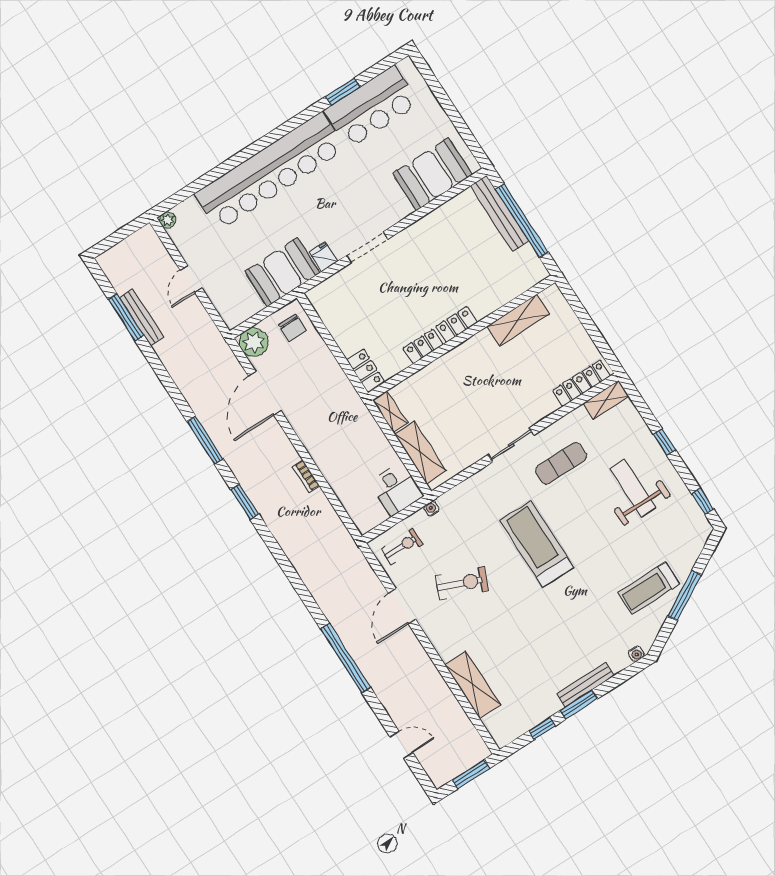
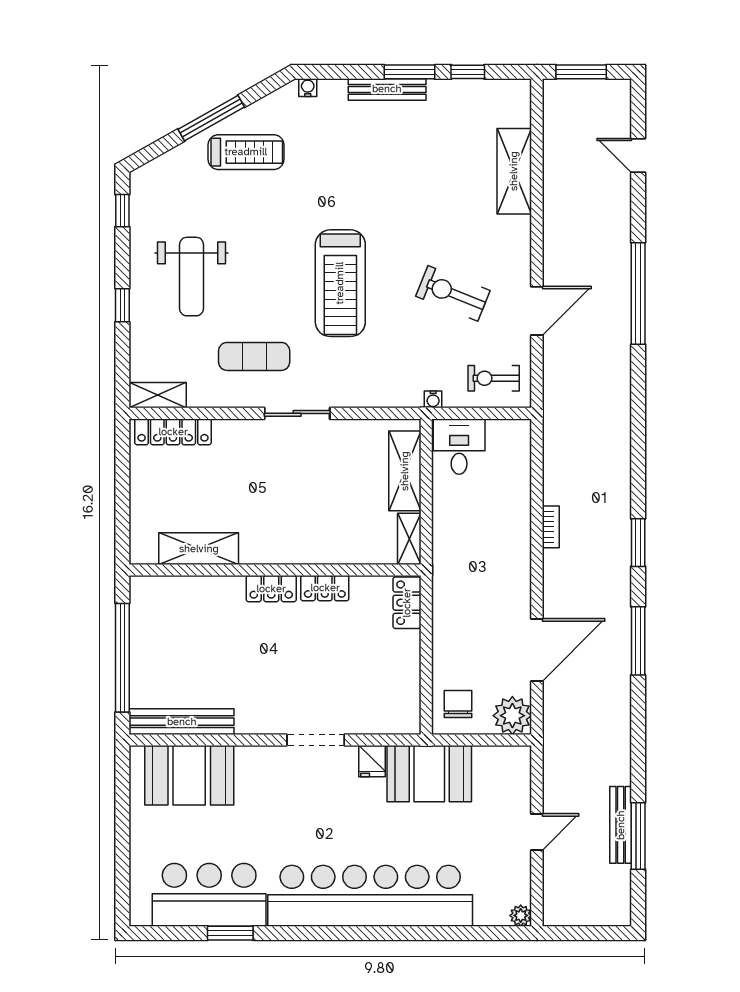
bench: (500, 213) -> (182, 722), moved, turned 90

